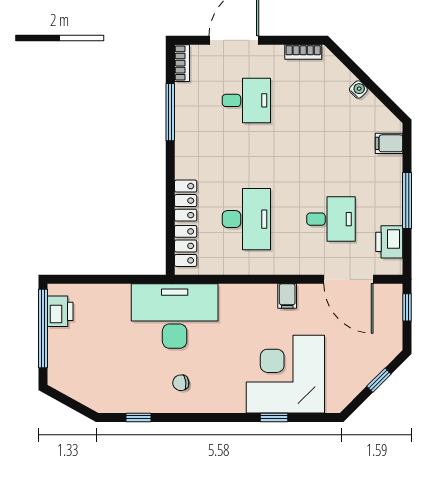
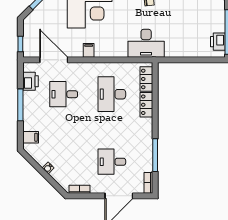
desk: (175, 316) -> (146, 43), width x0.73, depth x0.77

